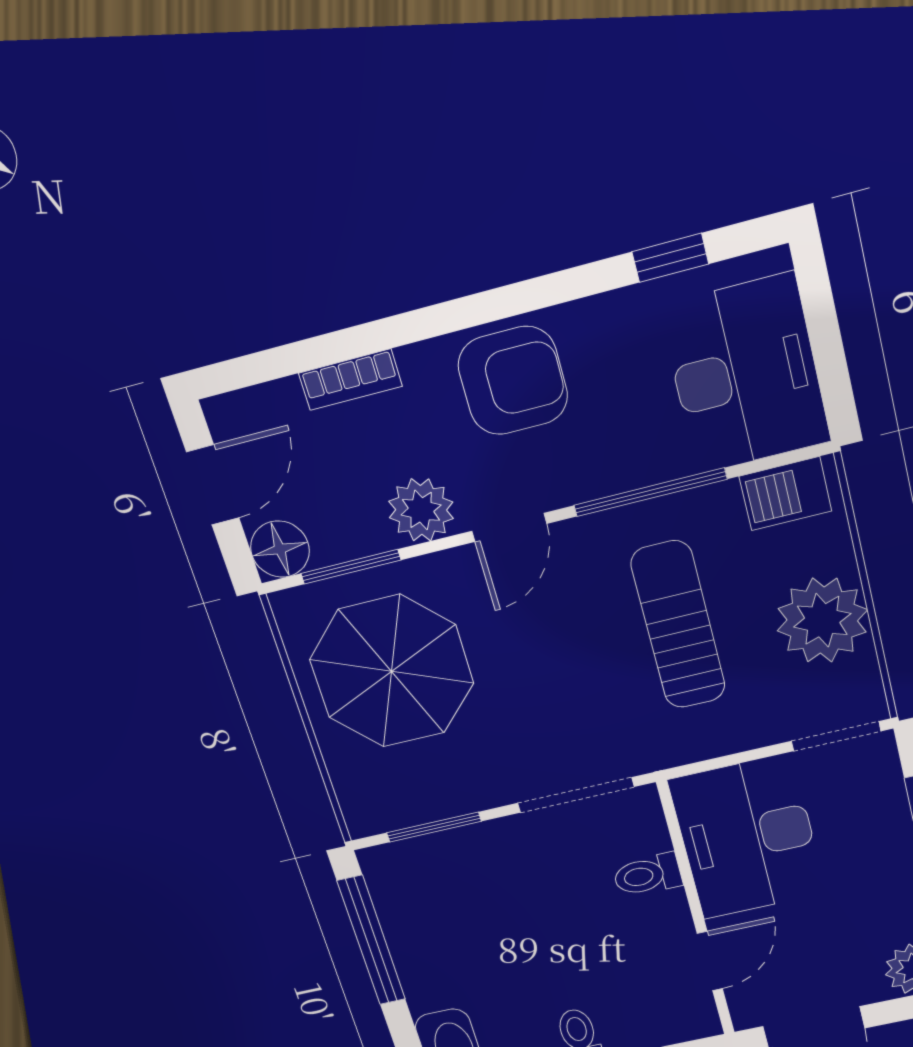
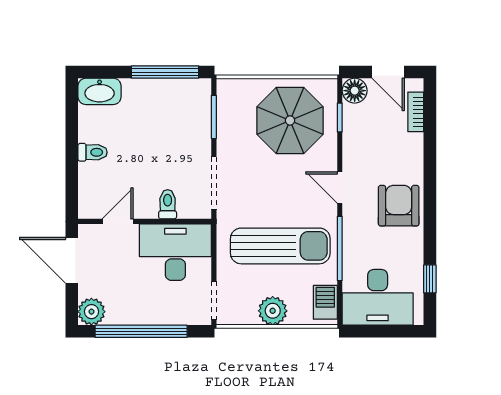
bookcase: (350, 380) -> (416, 112), moved
armchair: (513, 381) -> (399, 206), turned 180
plant: (421, 510) -> (356, 154), removed
window: (351, 567) -> (340, 118), width x0.67
plant: (822, 620) -> (273, 311), width x0.73, depth x0.73
sun lounger: (678, 625) -> (280, 246), width x1.36, depth x1.34
door: (710, 961) -> (118, 221), swing flipped

